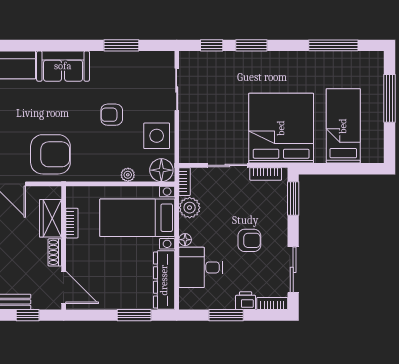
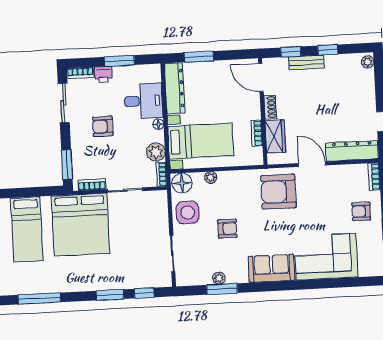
plant: (124, 58) -> (219, 278), added

